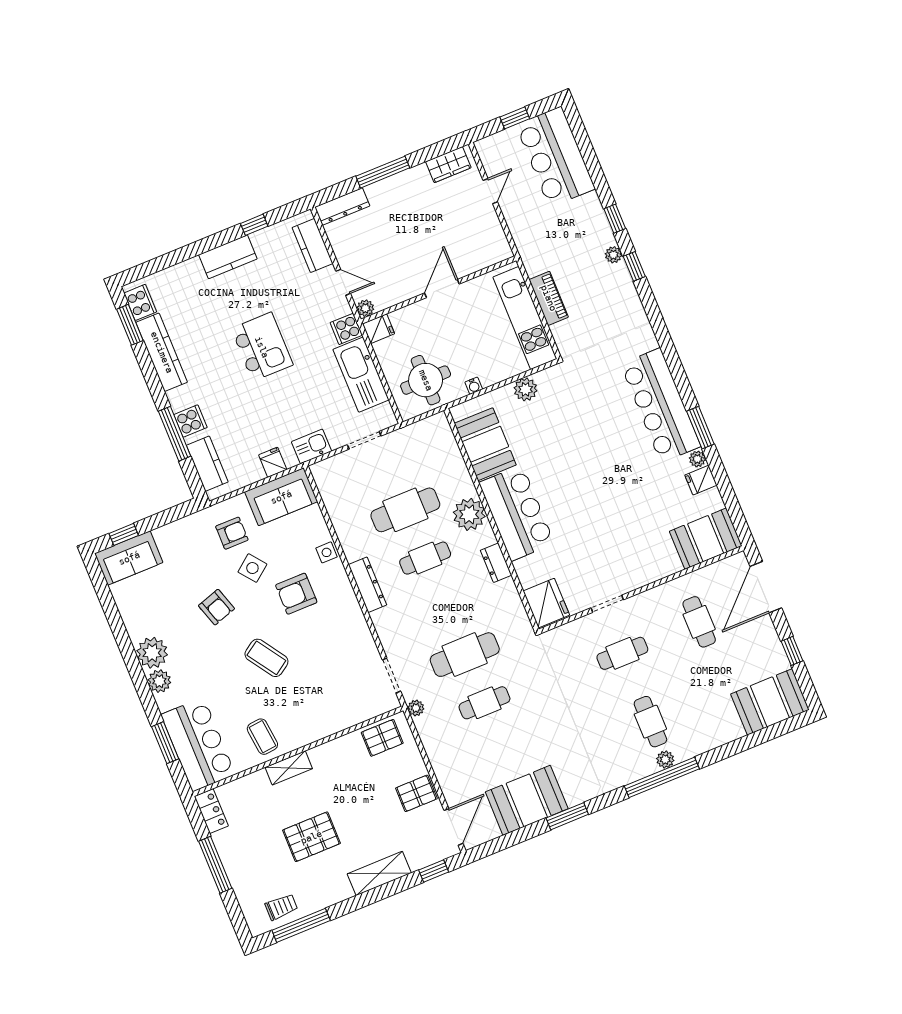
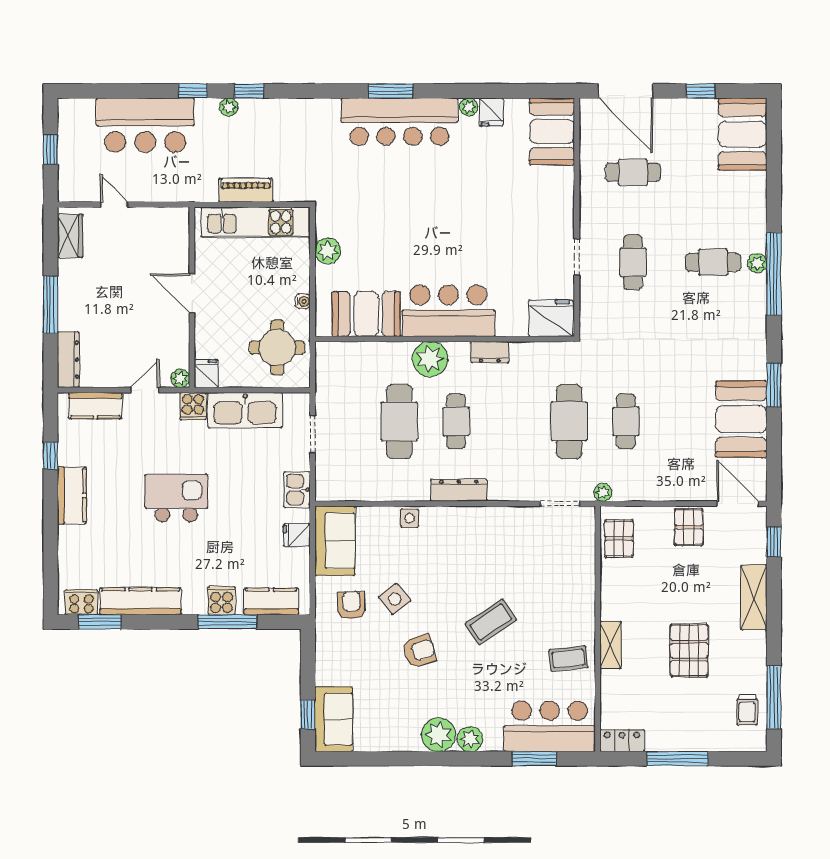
bar counter: (555, 157) -> (145, 125), moved
window: (700, 428) -> (391, 91), moved
armchair: (296, 594) -> (439, 566), removed
trolley: (281, 907) -> (747, 710), turned 180

